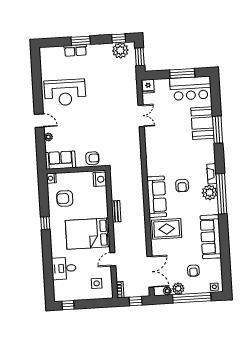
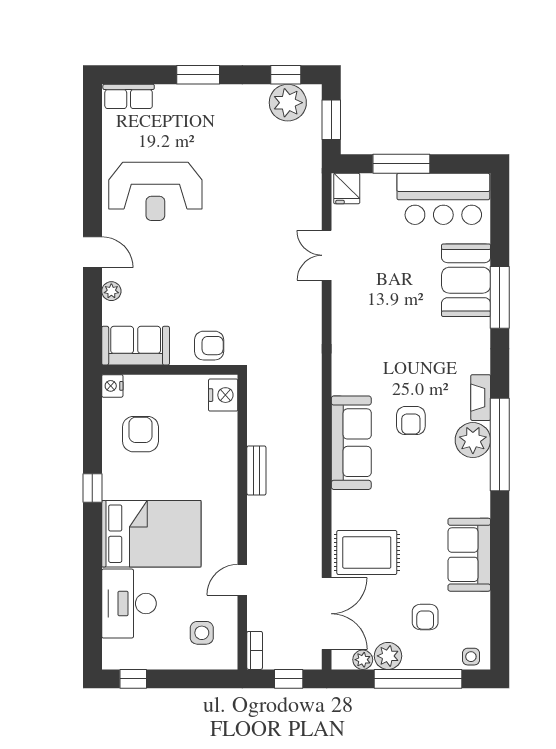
row of seats: (75, 50) -> (129, 96), moved
window: (182, 73) -> (401, 164), moved
double door: (141, 116) -> (327, 255), swing flipped
armchair: (65, 198) -> (140, 434), turned 90
rug: (167, 229) -> (367, 552), moved
bed: (88, 234) -> (151, 534), moved, turned 180
sofa: (211, 237) -> (469, 555), width x0.73
desk: (64, 268) -> (129, 604), width x1.37

